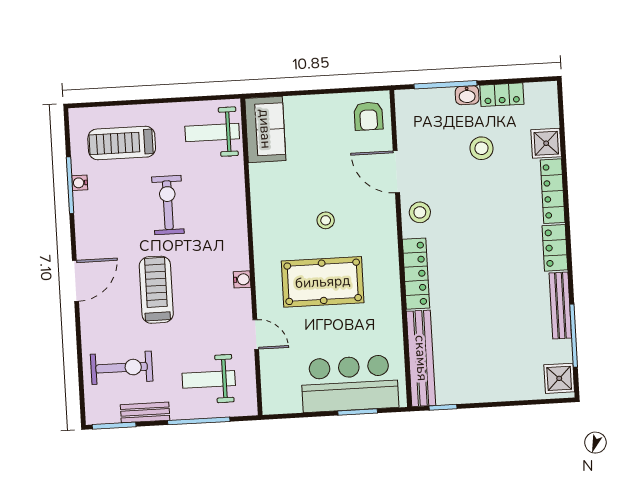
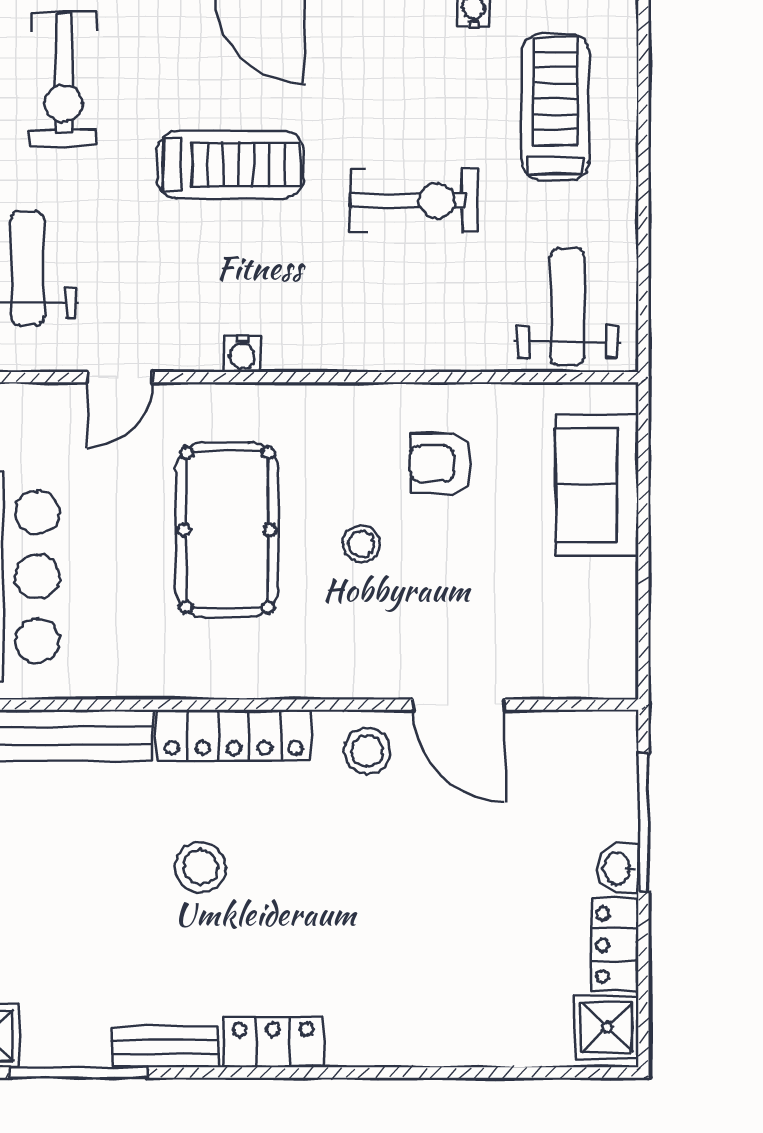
armchair: (369, 116) -> (441, 463), moved
sofa: (265, 129) -> (597, 485), moved, turned 90
shower: (546, 143) -> (607, 1027), moved
stool: (481, 148) -> (200, 867), moved
door: (396, 172) -> (459, 705), swing flipped
locker: (553, 191) -> (397, 1044), removed
bench: (560, 305) -> (166, 1047), width x0.73

